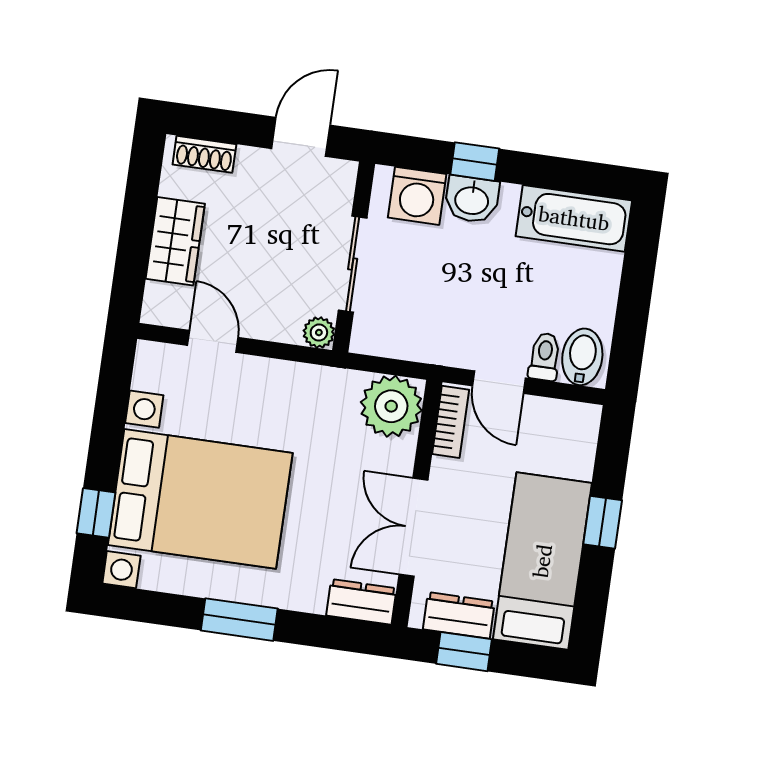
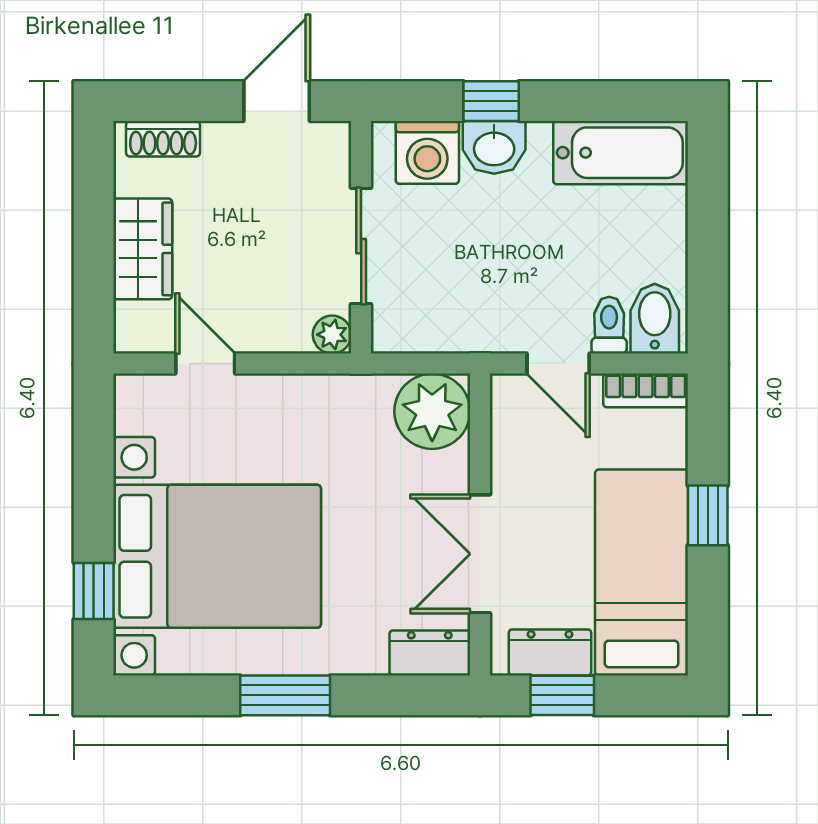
bookcase: (451, 422) -> (646, 390), moved, turned 90

